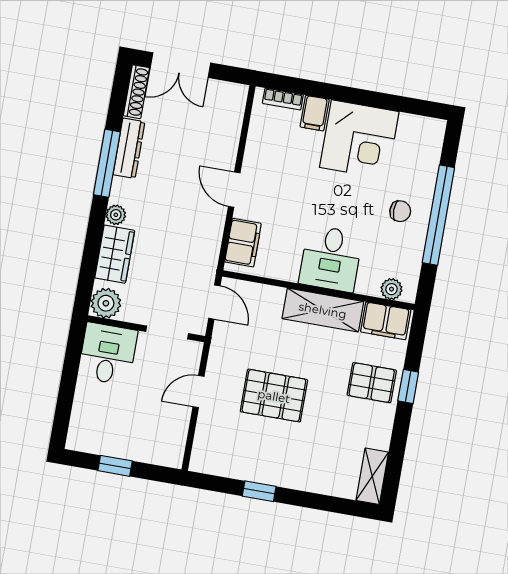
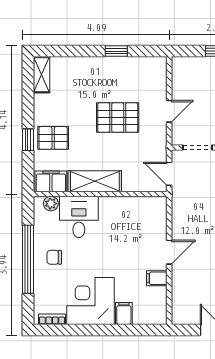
bookcase: (283, 99) -> (52, 319), moved
door: (234, 190) -> (169, 252), hinge flipped
filing cabinet: (243, 243) -> (157, 278), moved, width x0.50
desk: (331, 259) -> (79, 217), moved

